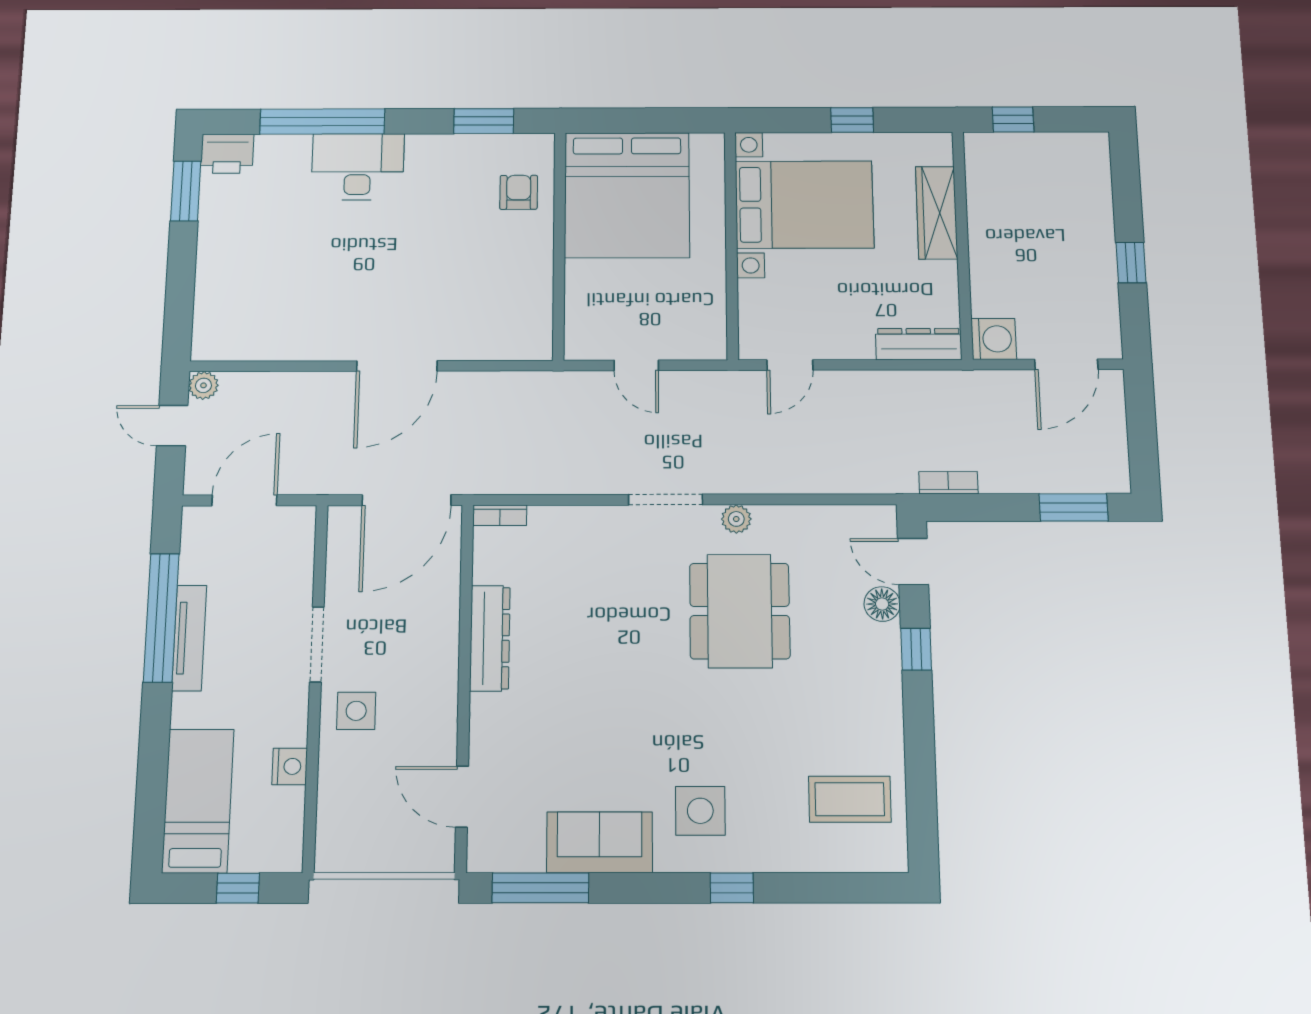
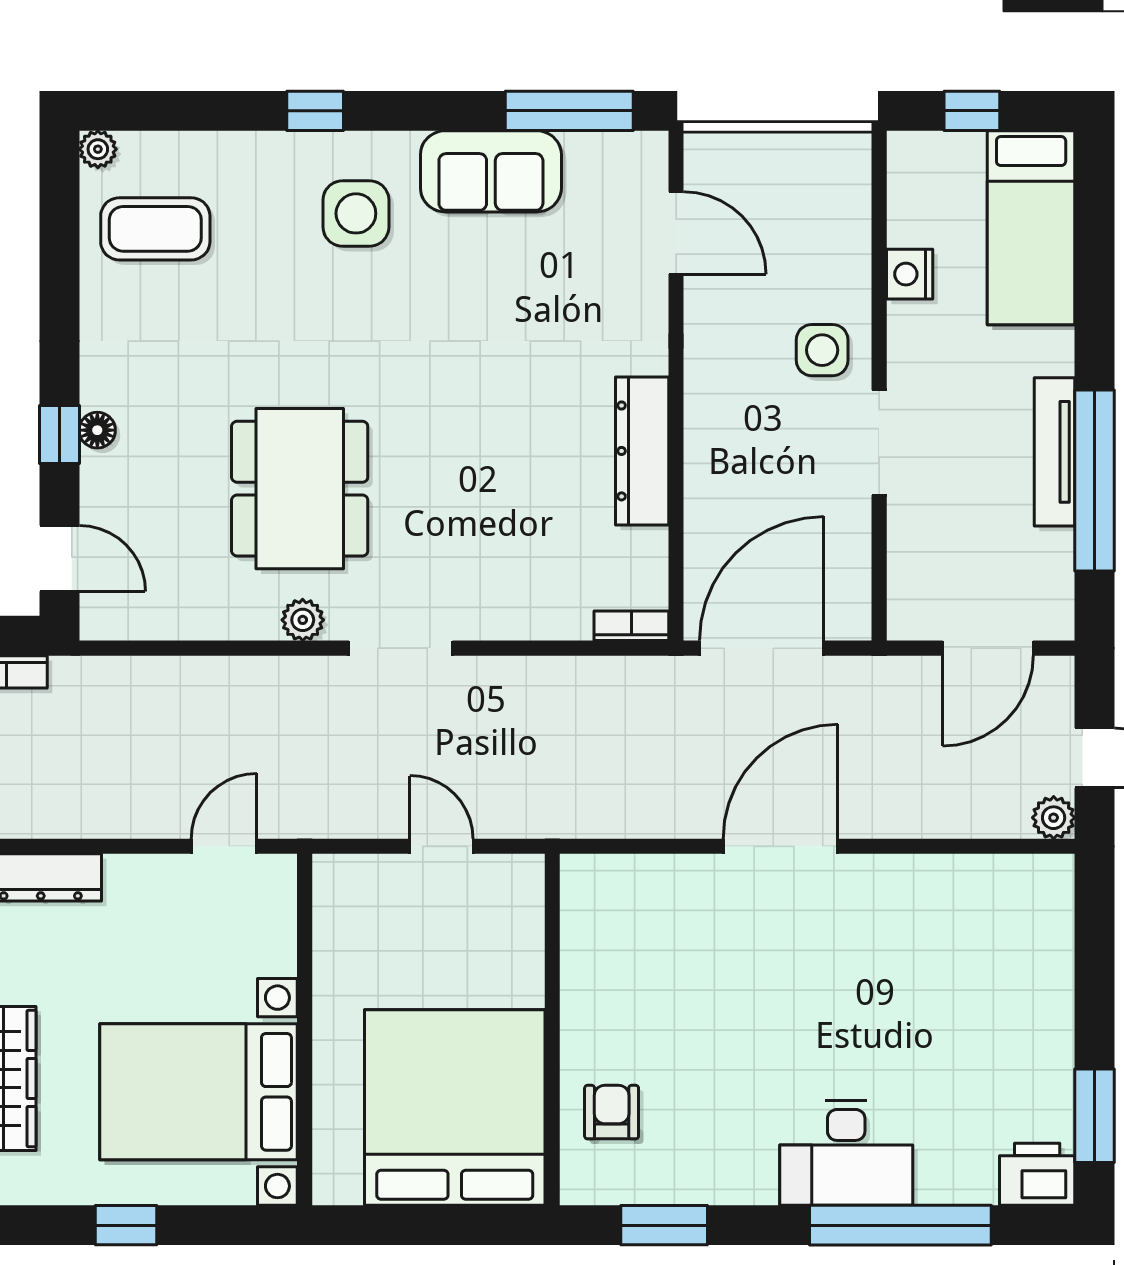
armchair: (519, 192) -> (612, 1112), turned 180
floor lamp: (882, 604) -> (97, 430), moved, width x0.73, depth x0.73
plant: (895, 859) -> (98, 149), added

